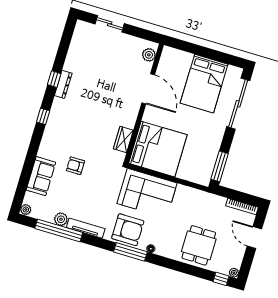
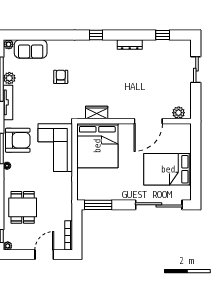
window: (54, 79) -> (163, 35), moved
sofa: (41, 176) -> (31, 49), moved
armchair: (128, 230) -> (18, 140), turned -90
dining table: (199, 245) -> (23, 207), turned 90

